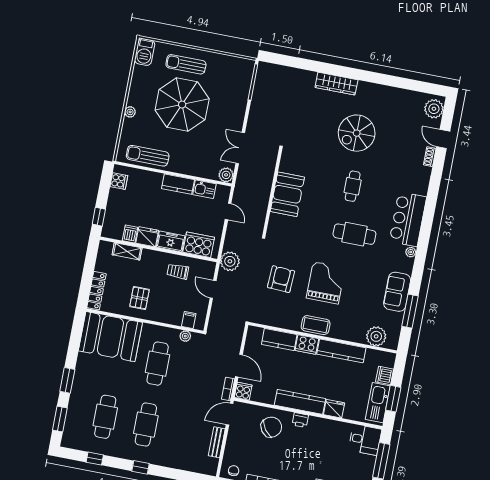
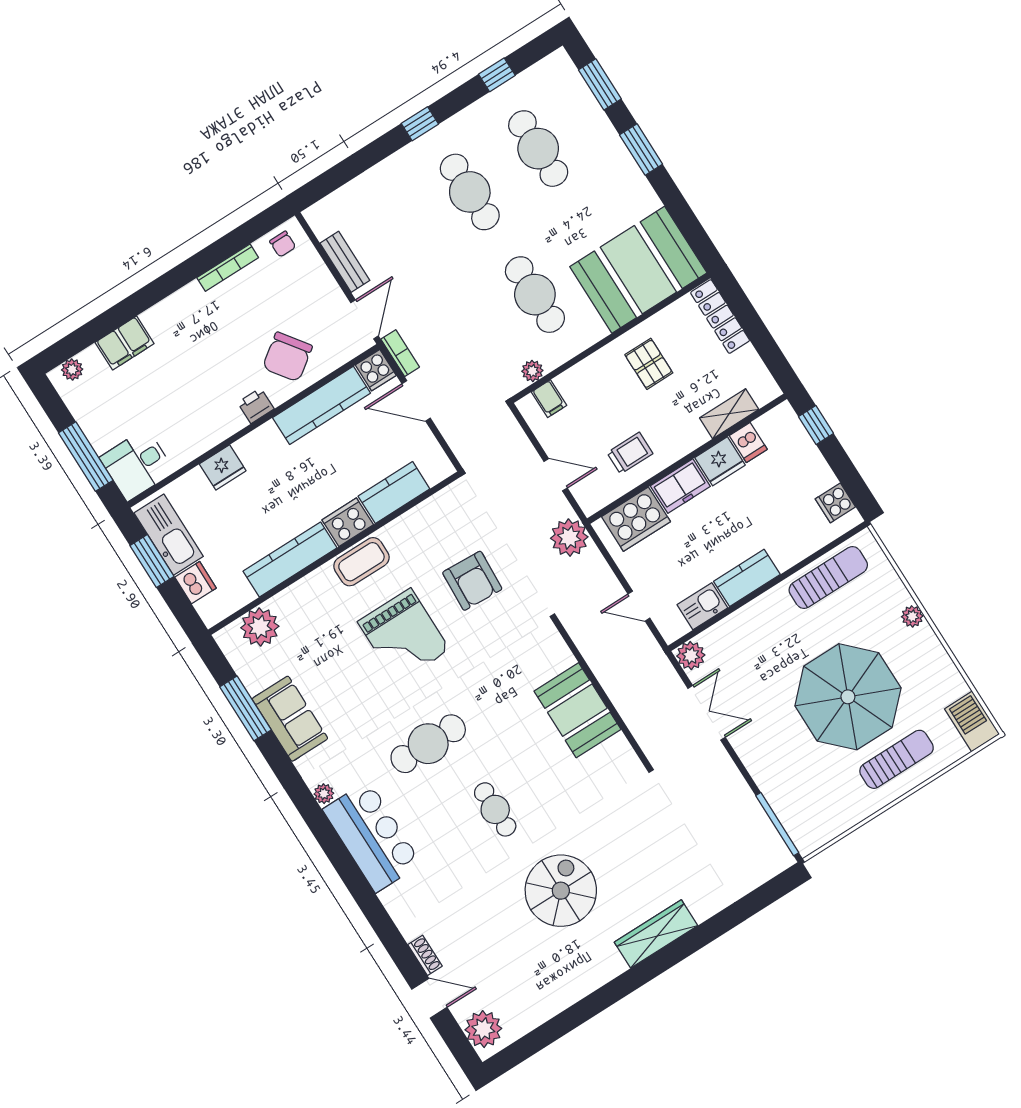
kitchen counter: (300, 402) -> (322, 405), moved

